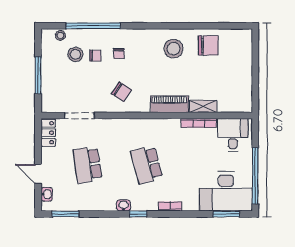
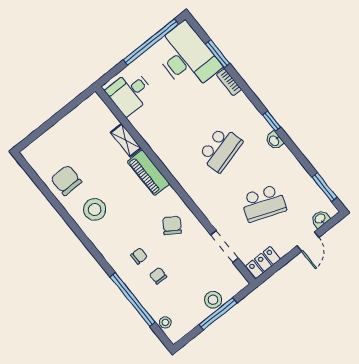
stool: (75, 54) -> (213, 300), moved
bookcase: (199, 123) -> (144, 132), removed
school desk: (87, 165) -> (264, 203), turned 30
bookcase: (170, 206) -> (229, 82), moved
window: (226, 214) -> (218, 54), moved

